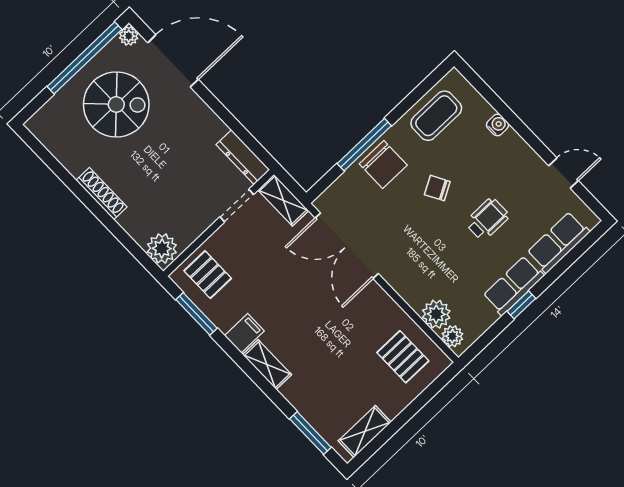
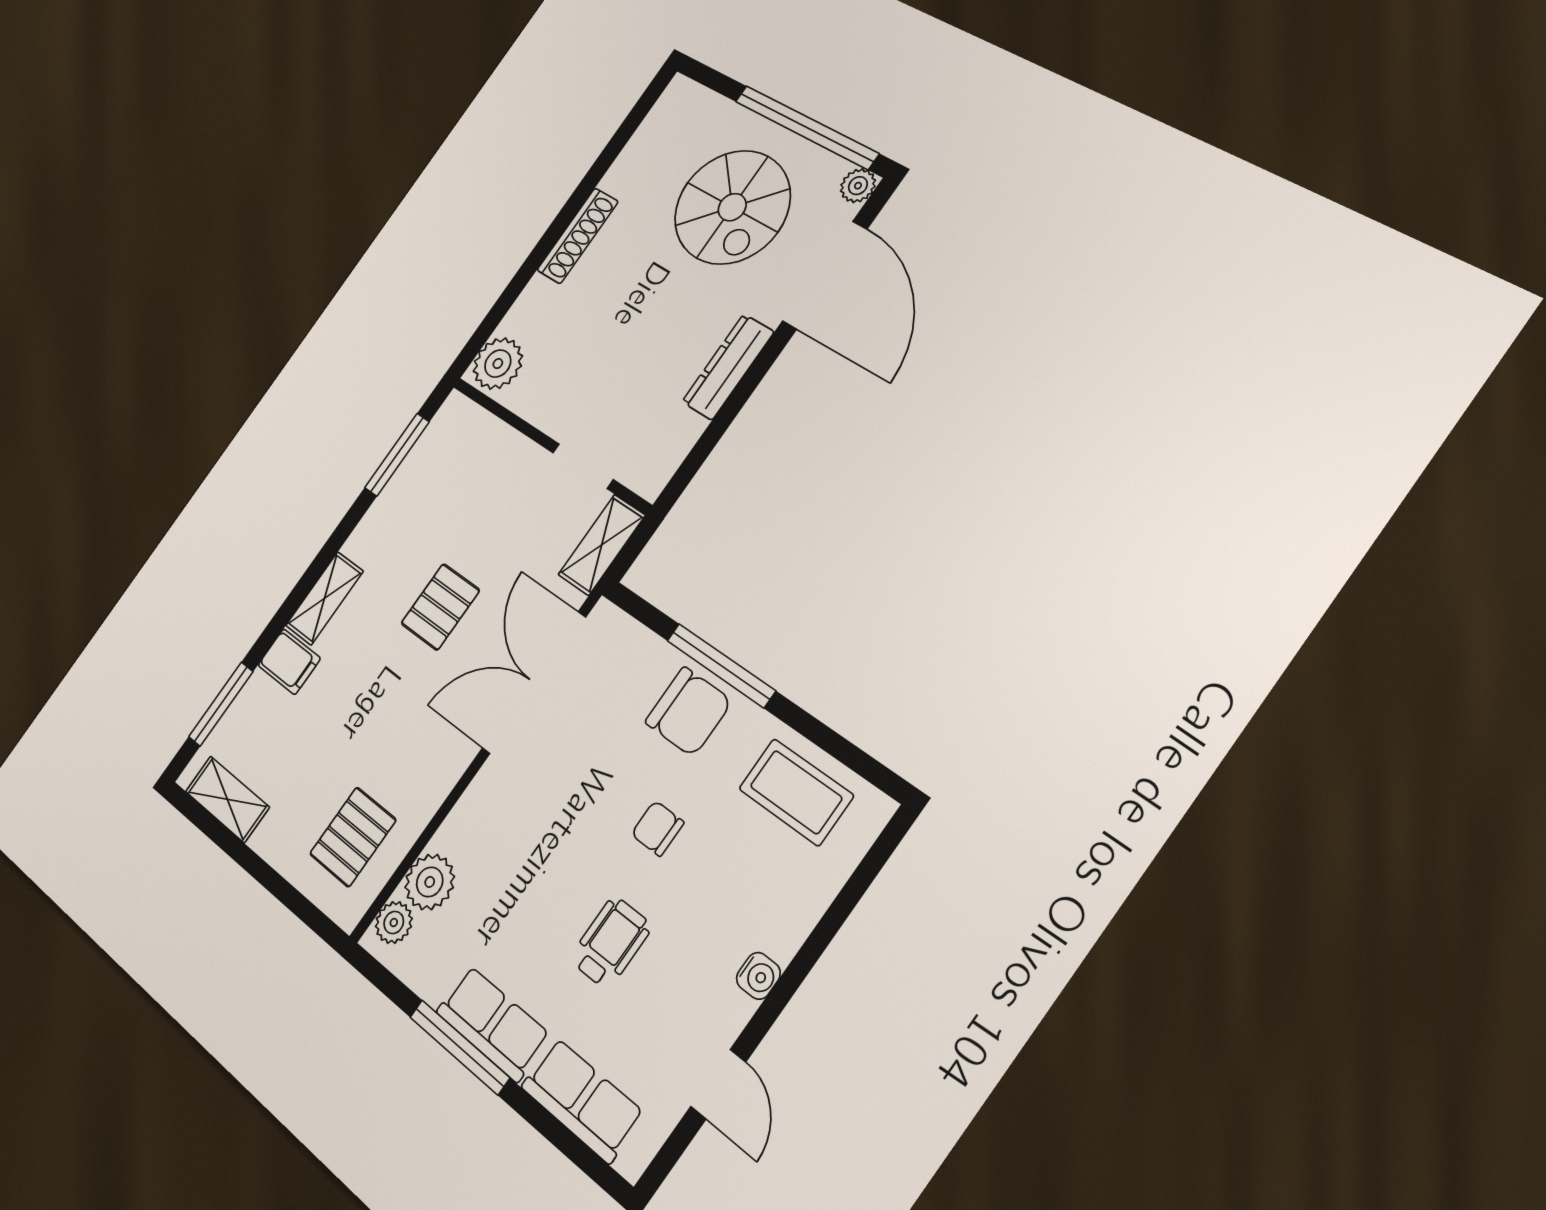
water cooler: (498, 125) -> (758, 976), moved
dresser: (243, 157) -> (728, 367), moved
chair: (383, 164) -> (689, 712), turned -90
chair: (437, 188) -> (657, 828), turned -61
wheelchair: (487, 219) -> (611, 943), turned -90
pallet: (208, 275) -> (440, 607), moved
window: (521, 305) -> (459, 1047), width x2.17
filing cabinet: (244, 333) -> (289, 662), moved

